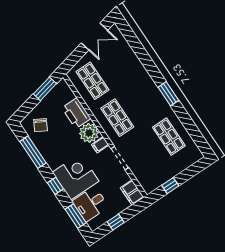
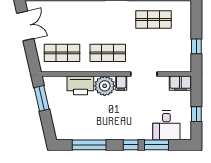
chair: (40, 125) -> (70, 123), removed
corner desk: (76, 177) -> (134, 122), removed
window: (76, 216) -> (156, 145), moved

